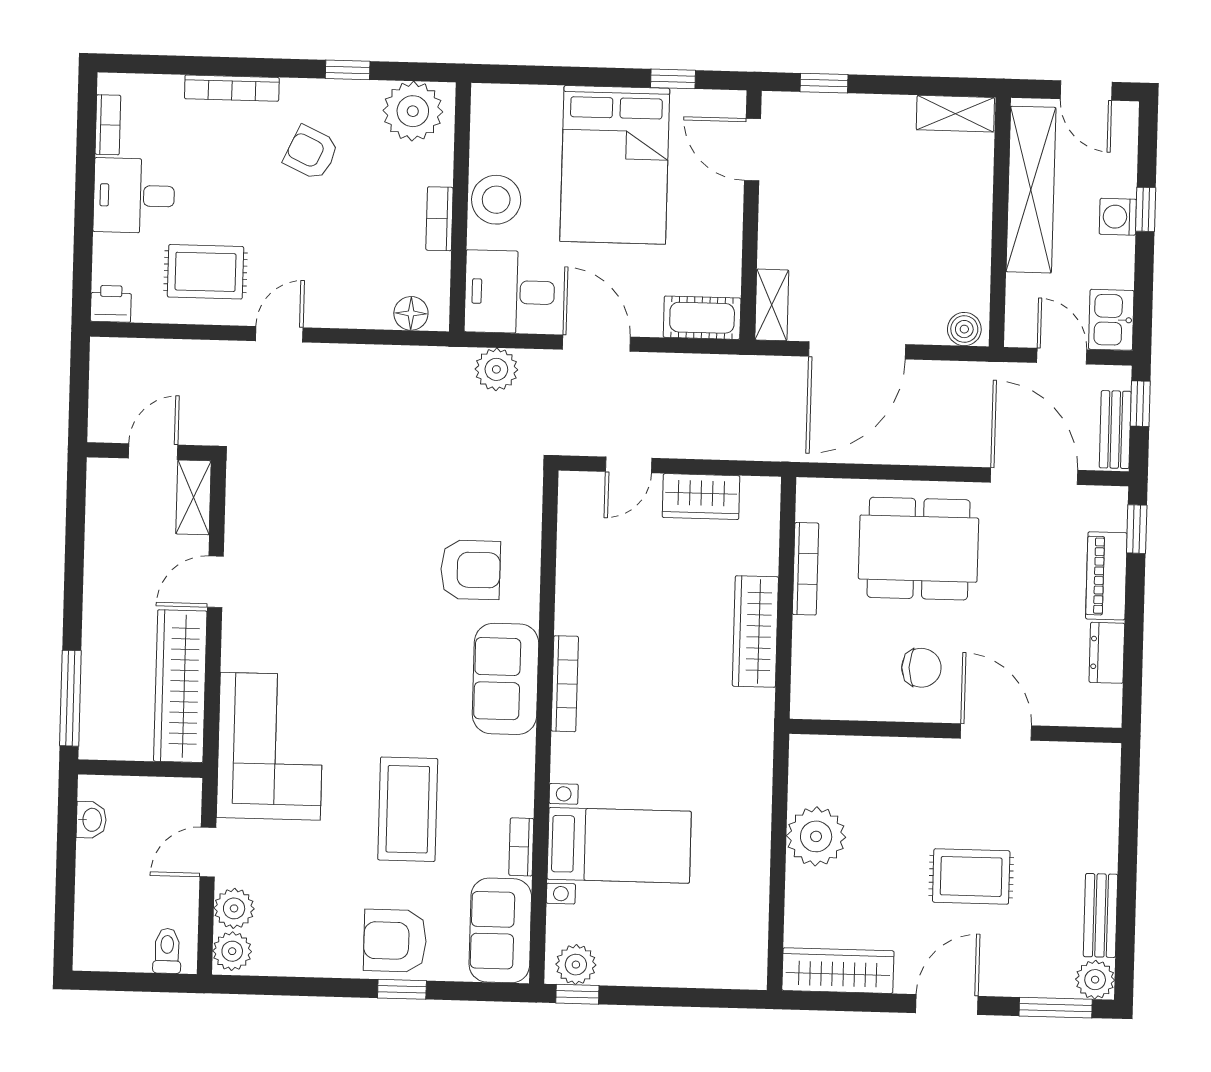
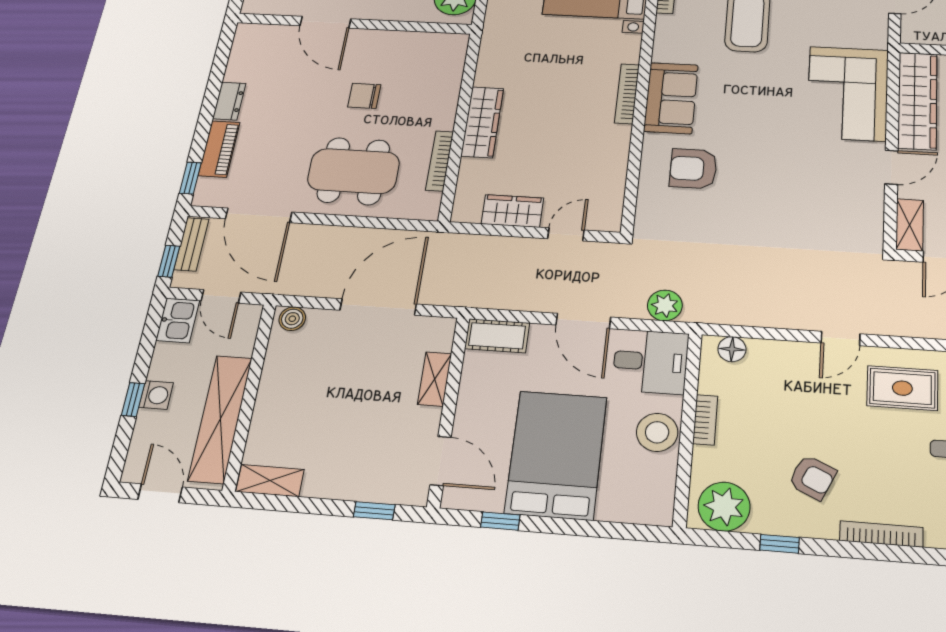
shelving: (772, 305) -> (435, 379), moved
wall: (955, 731) -> (354, 24), moved
door: (996, 732) -> (325, 22), moved
corner sofa: (270, 746) -> (848, 93), moved

